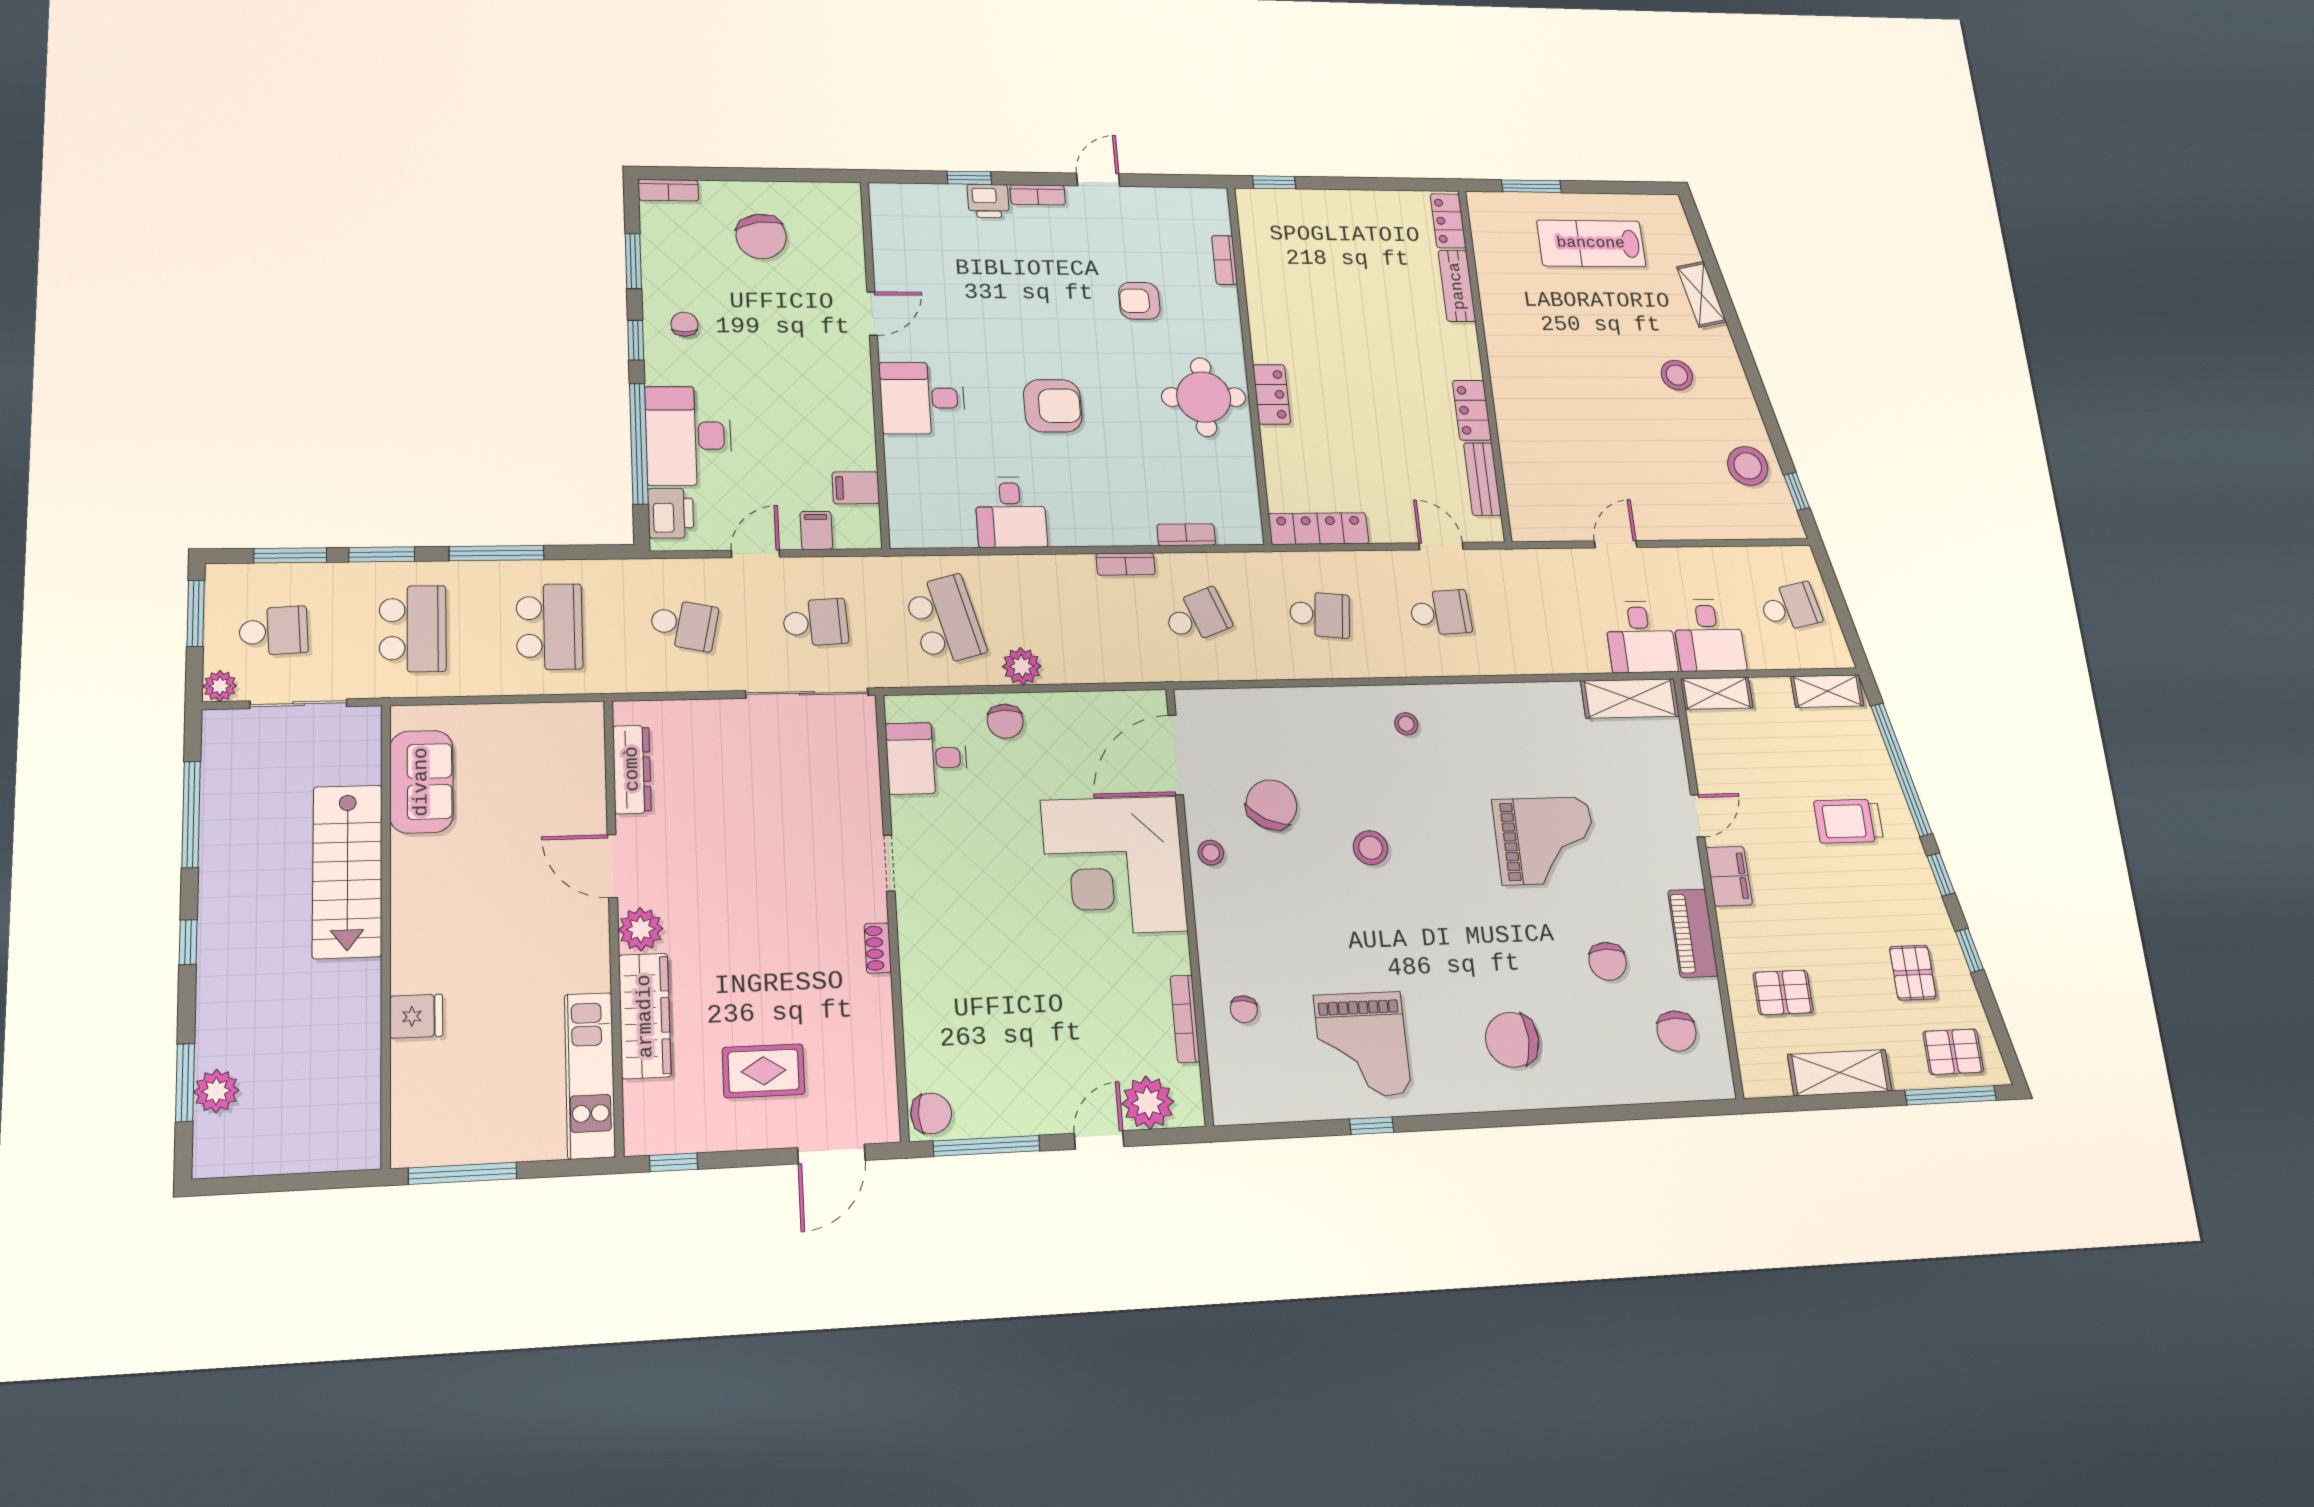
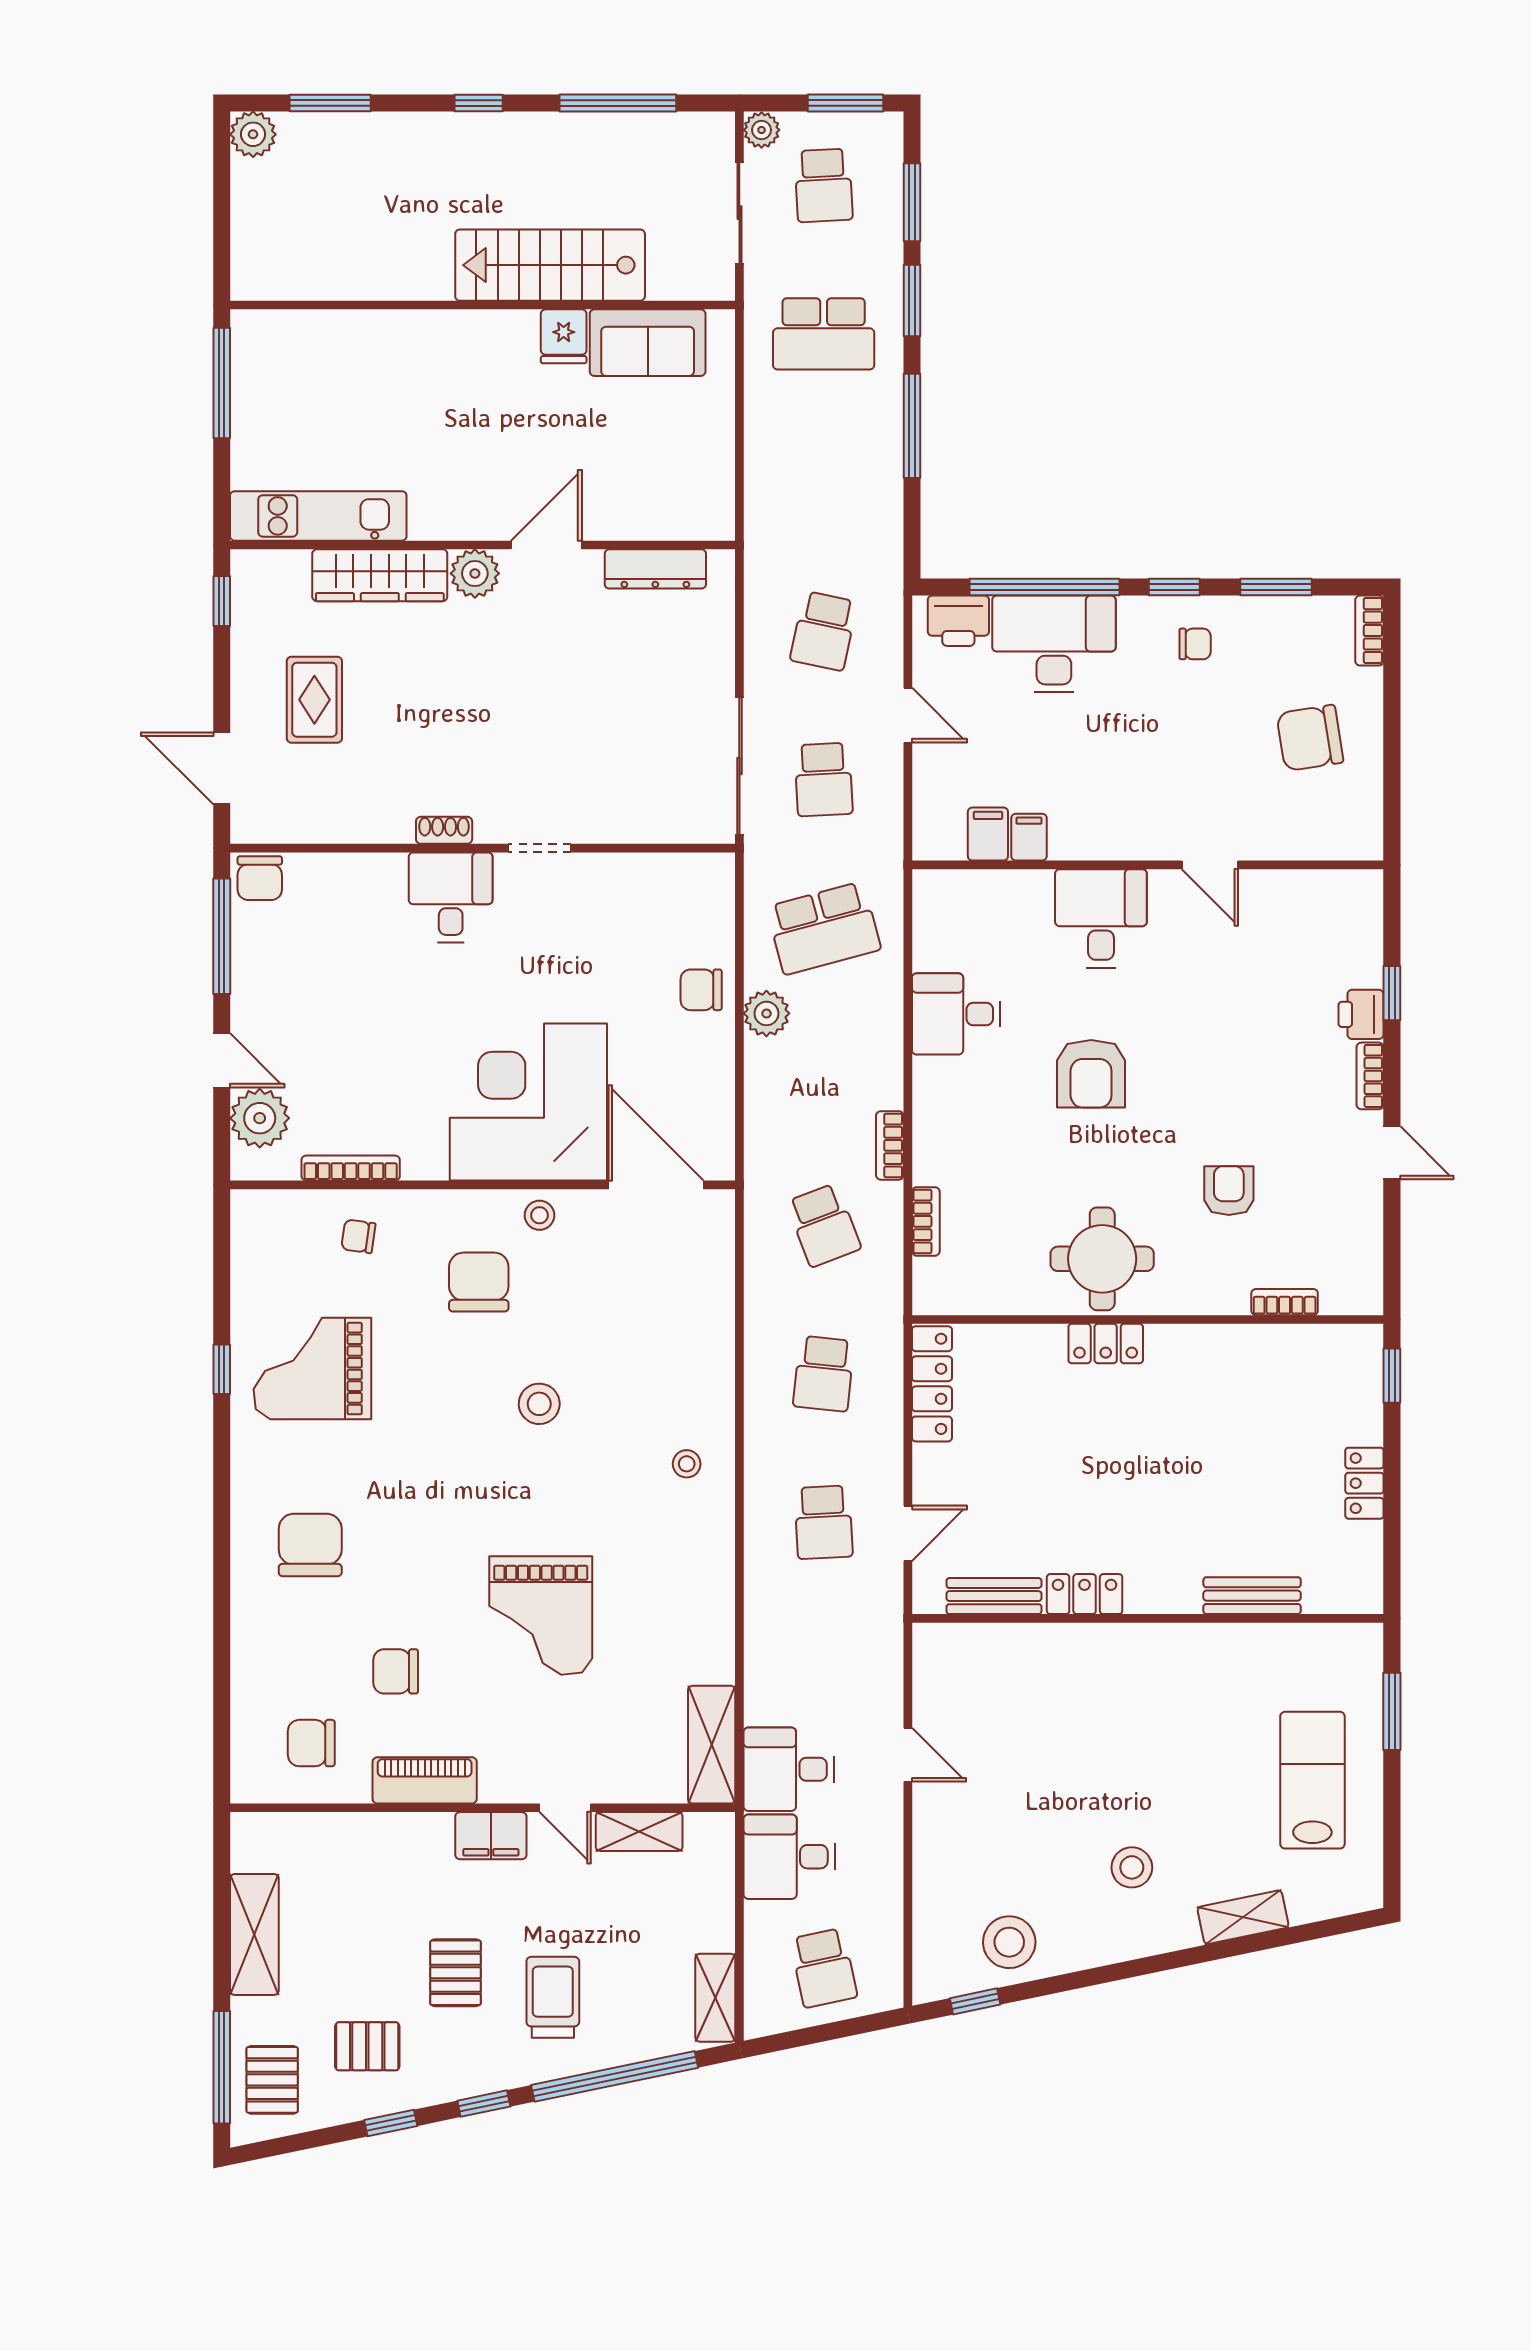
locker: (1448, 221) -> (1364, 1483), moved, turned -90
filing cabinet: (816, 530) -> (1029, 837), moved, turned -90
school desk: (549, 627) -> (824, 482), removed
shelving: (1717, 693) -> (639, 1832), moved, turned 90
desk: (927, 758) -> (451, 897), moved
chair: (1271, 805) -> (479, 1282), moved, turned -117
pallet: (1783, 992) -> (456, 1973), moved
fridge: (416, 1016) -> (564, 336), moved
plant: (216, 1091) -> (253, 134), moved

